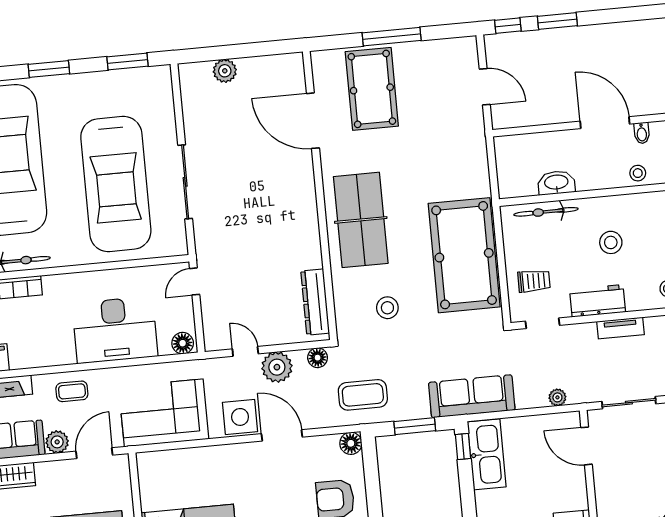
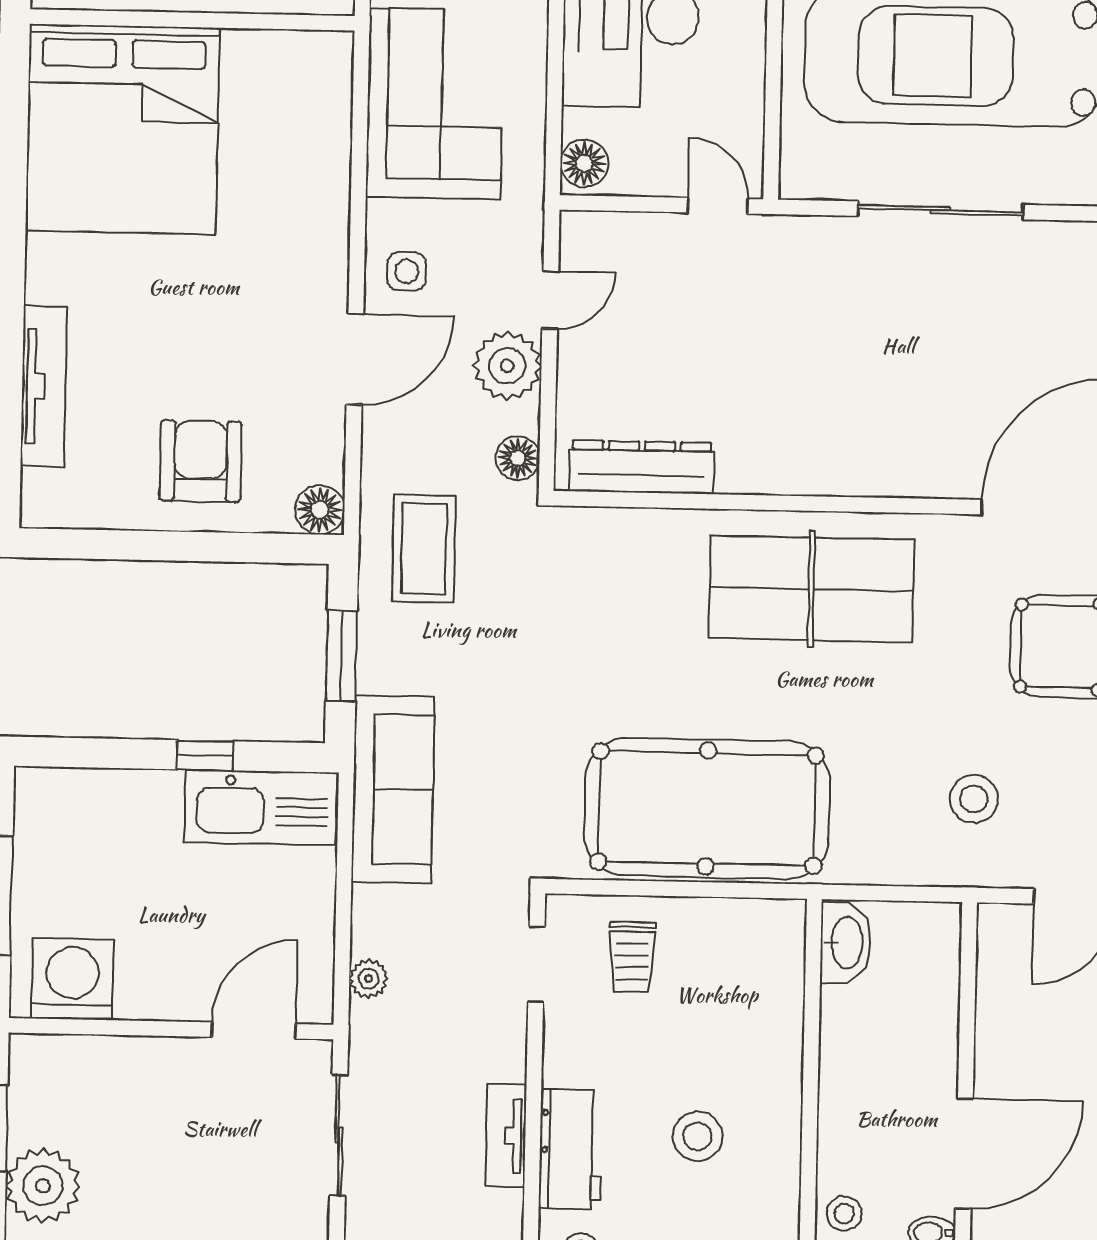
washbasin: (556, 183) -> (846, 943), moved
bicycle: (546, 212) -> (782, 1001), removed
workbench: (597, 301) -> (571, 1149), moved
stool: (387, 308) -> (974, 799), moved
side table: (240, 417) -> (407, 271), width x0.54, depth x0.54
window: (463, 446) -> (205, 755), moved

